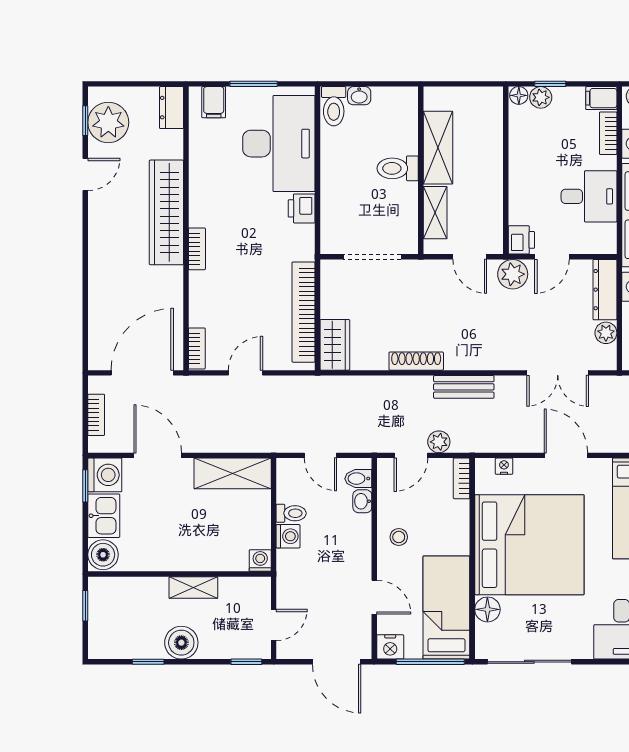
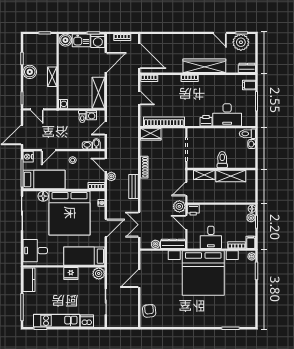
desk: (279, 144) -> (227, 115), width x0.73, depth x0.77
washing machine: (288, 536) -> (92, 115), moved

